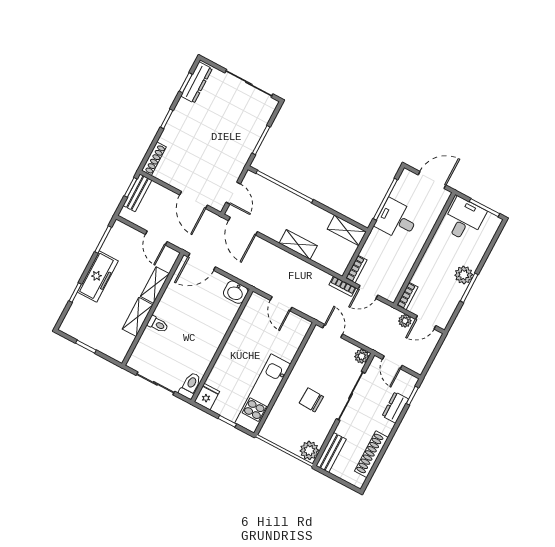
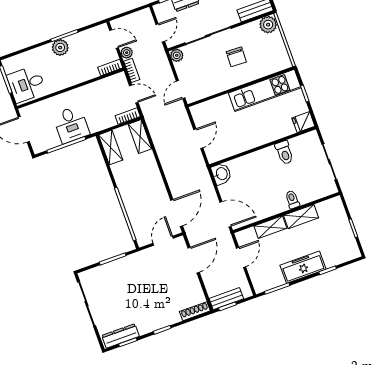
shelving: (298, 244) -> (140, 136), moved
bookcase: (343, 286) -> (132, 70), moved
toilet: (190, 386) -> (284, 153), moved, turned -90

